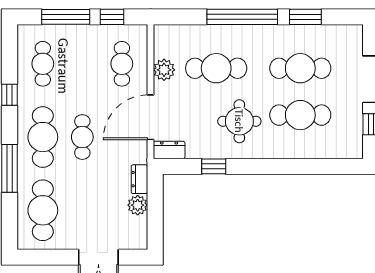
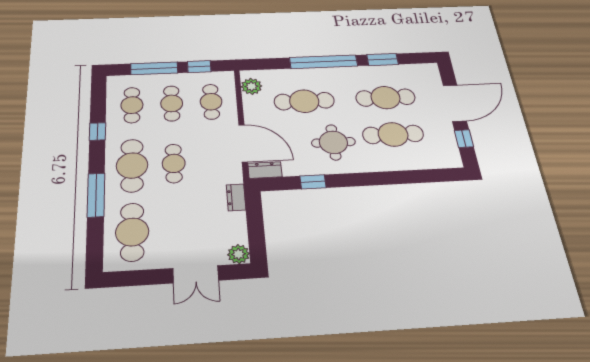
cafe table: (82, 64) -> (172, 103), added
plant: (164, 70) -> (251, 86), moved
door: (150, 117) -> (243, 143), swing flipped
plant: (138, 205) -> (239, 254), moved

